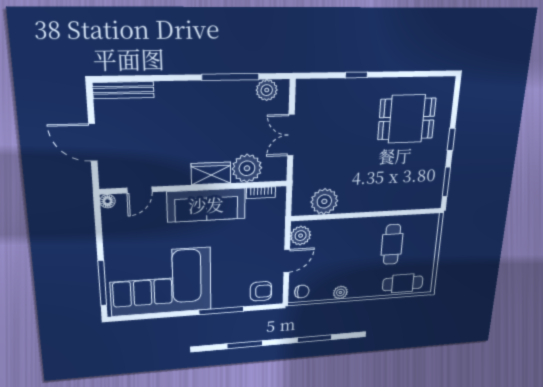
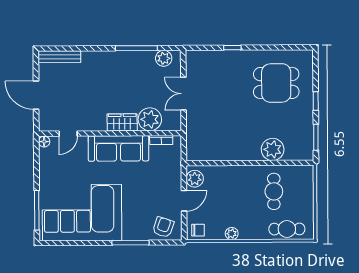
plant: (324, 201) -> (273, 149), moved
armchair: (261, 291) -> (163, 227), turned -71

